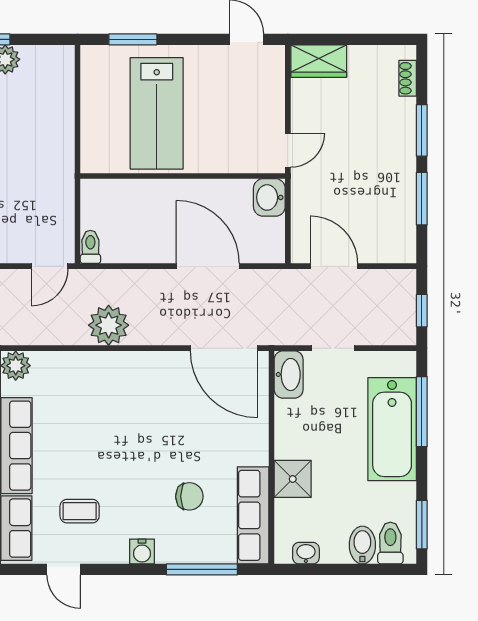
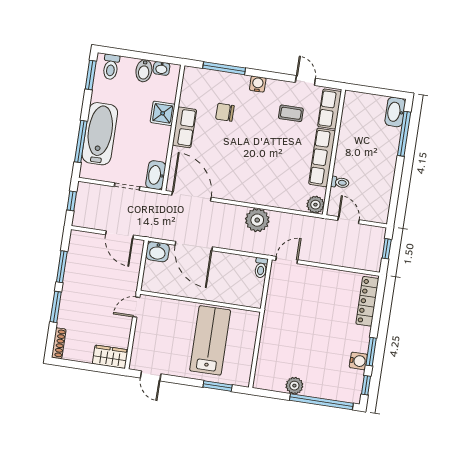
shoe rack: (408, 78) -> (59, 343), width x1.43
washbasin: (269, 197) -> (158, 252), moved, turned 90
row of seats: (253, 515) -> (184, 127), moved, width x0.68
bidet: (362, 545) -> (144, 71), moved

